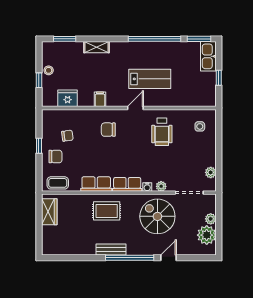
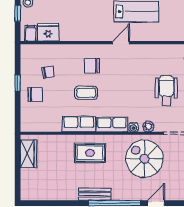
filing cabinet: (100, 99) -> (31, 33), moved
wheelchair: (162, 132) -> (166, 90), moved, turned 180
coffee table: (58, 183) -> (86, 93), moved

